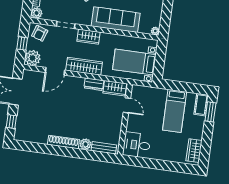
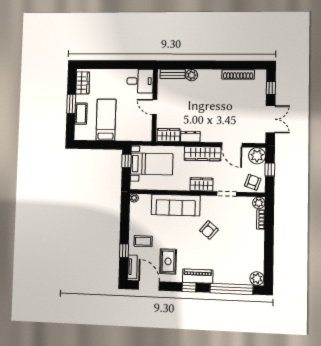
window: (159, 68) -> (126, 161), added
door: (55, 71) -> (232, 145), swing flipped
door: (127, 105) -> (155, 107), moved
cot: (201, 105) -> (81, 114), moved
window: (210, 112) -> (71, 104), moved
shoe rack: (63, 142) -> (238, 74), moved

